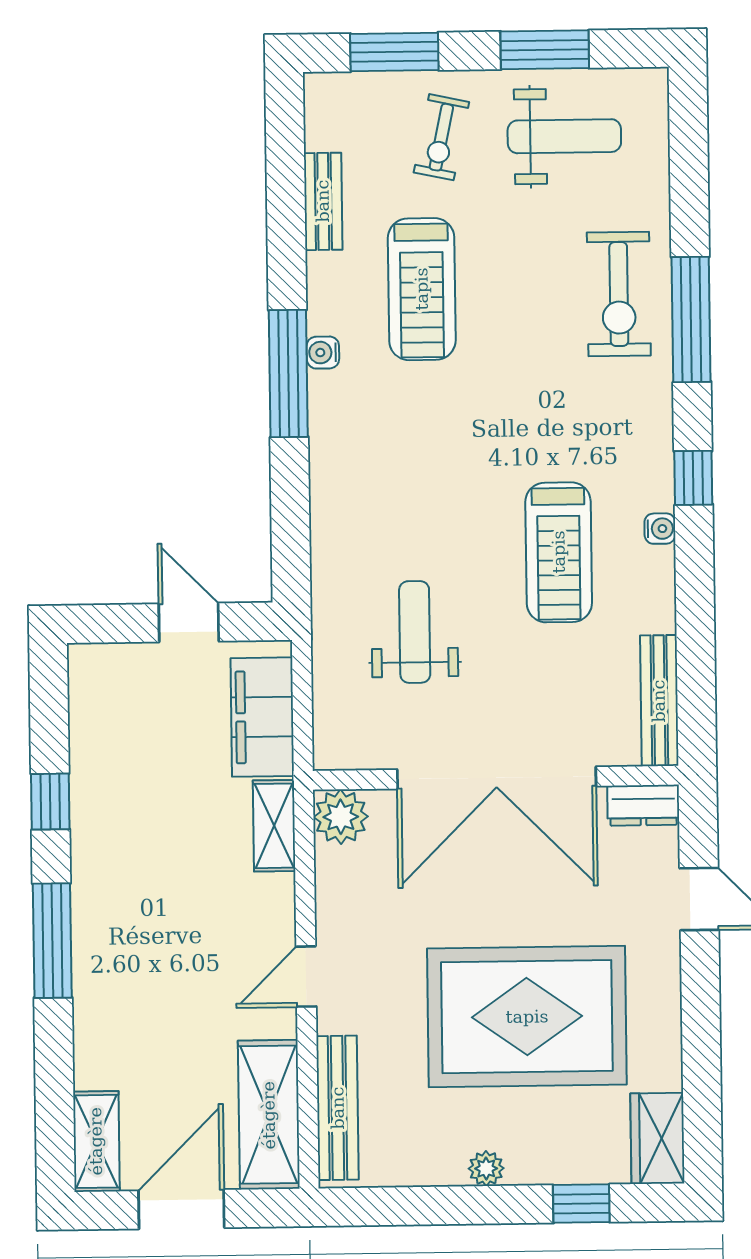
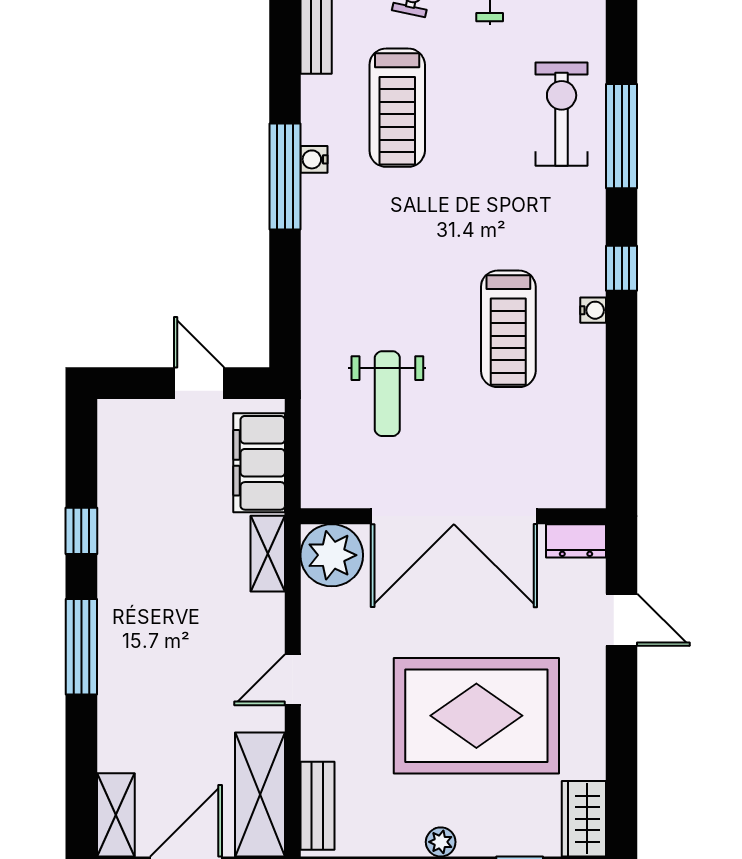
exercise bike: (619, 294) -> (562, 114), turned 180
weight bench: (415, 632) -> (387, 394), turned 180
bench: (659, 701) -> (591, 454), removed
plant: (341, 817) -> (332, 555), width x1.36, depth x1.36
bench: (338, 1108) -> (317, 806), width x0.73

